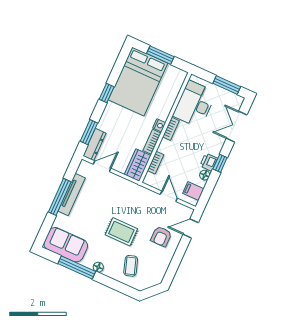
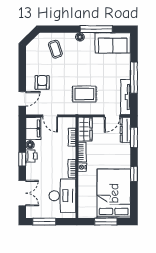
filing cabinet: (193, 191) -> (33, 128), width x2.00
tv unit: (72, 194) -> (126, 97), moved
rug: (121, 232) -> (84, 94), moved

